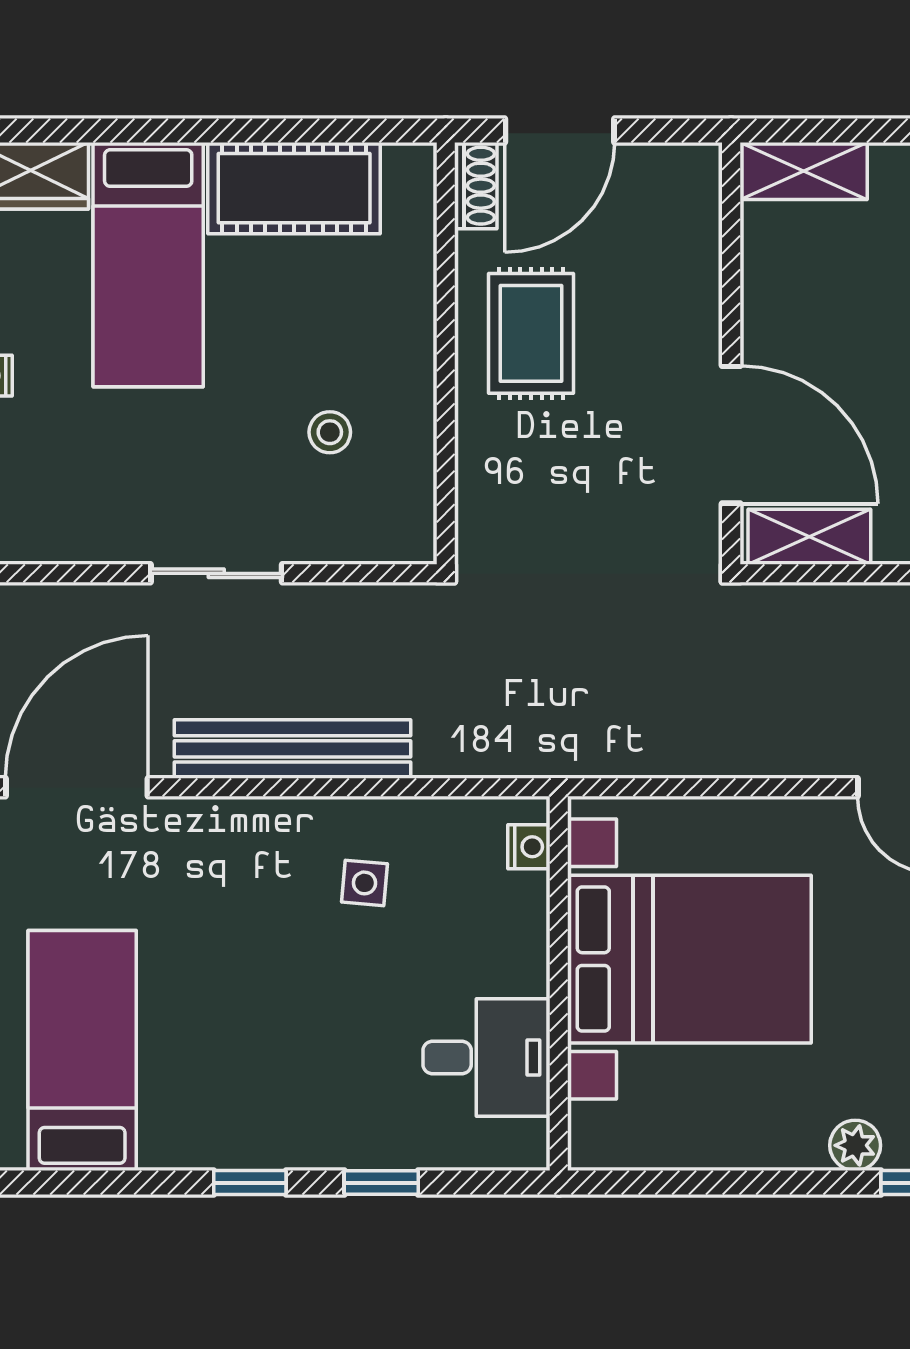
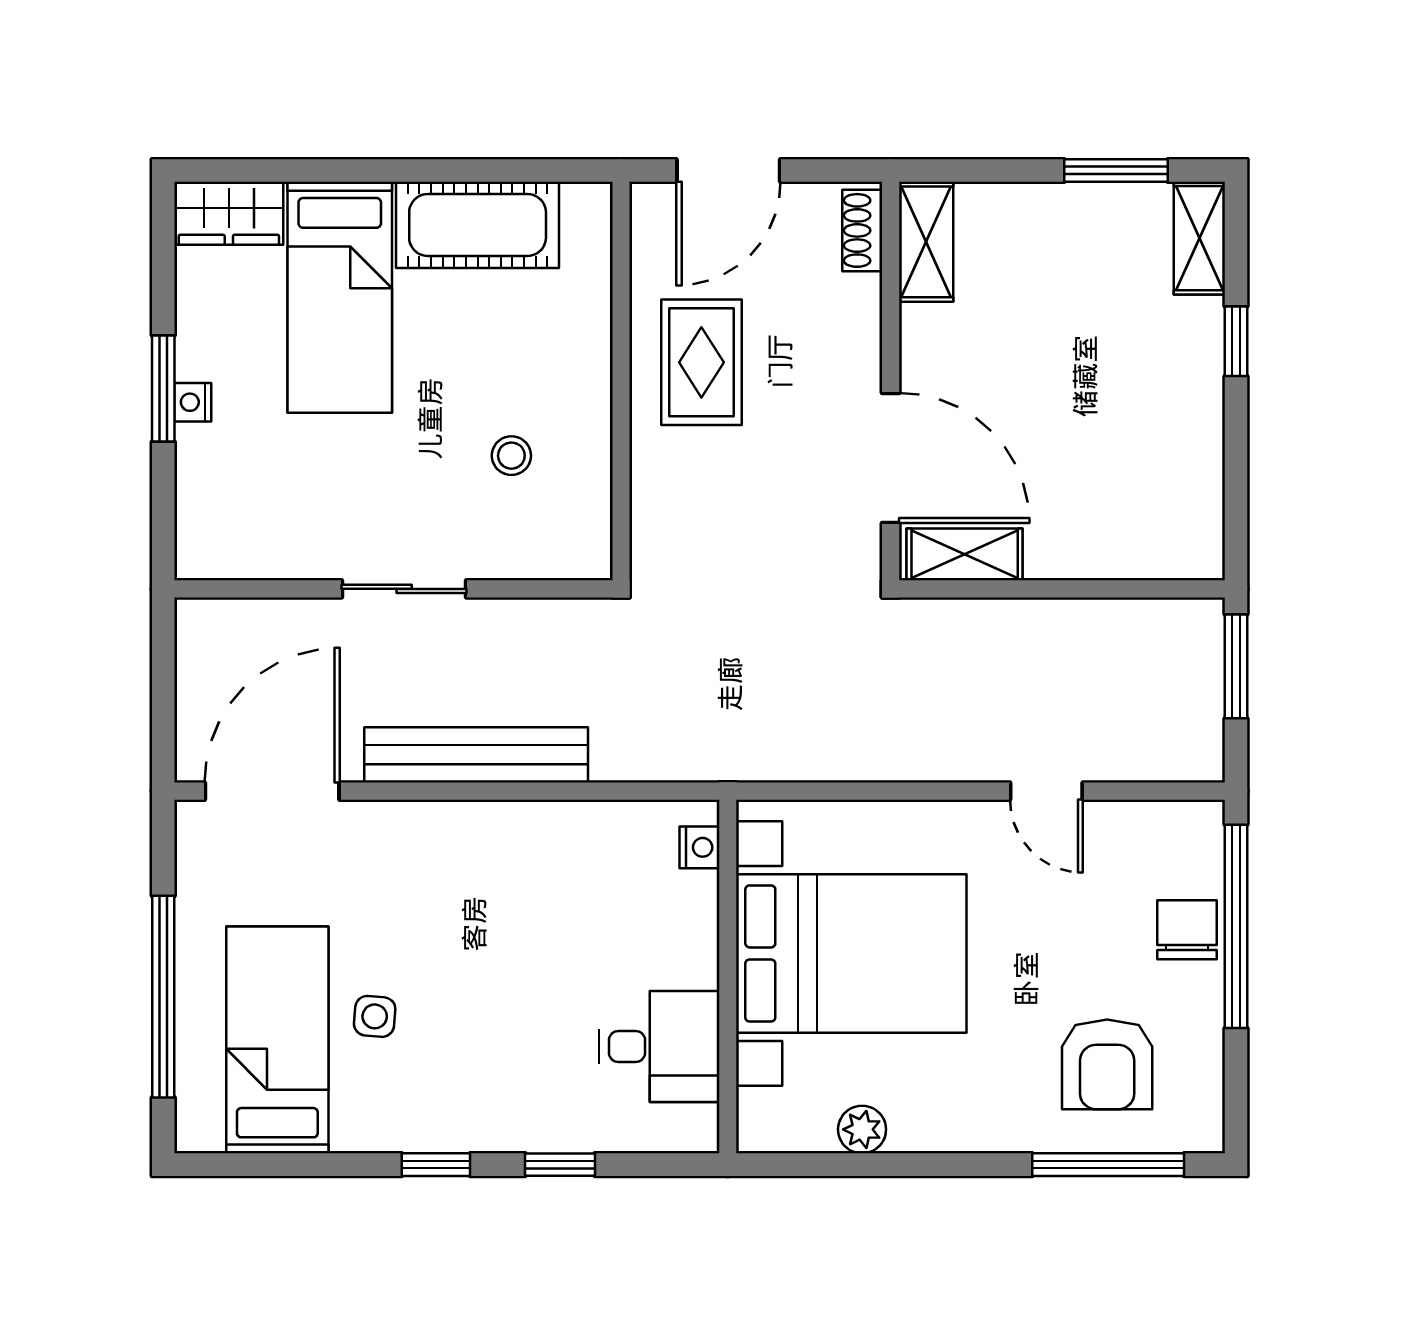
shelving: (804, 171) -> (926, 242), moved, turned 90
shoe rack: (476, 186) -> (862, 230), moved, turned 180
side table: (364, 883) -> (375, 1016), moved
plant: (855, 1145) -> (862, 1129), moved

